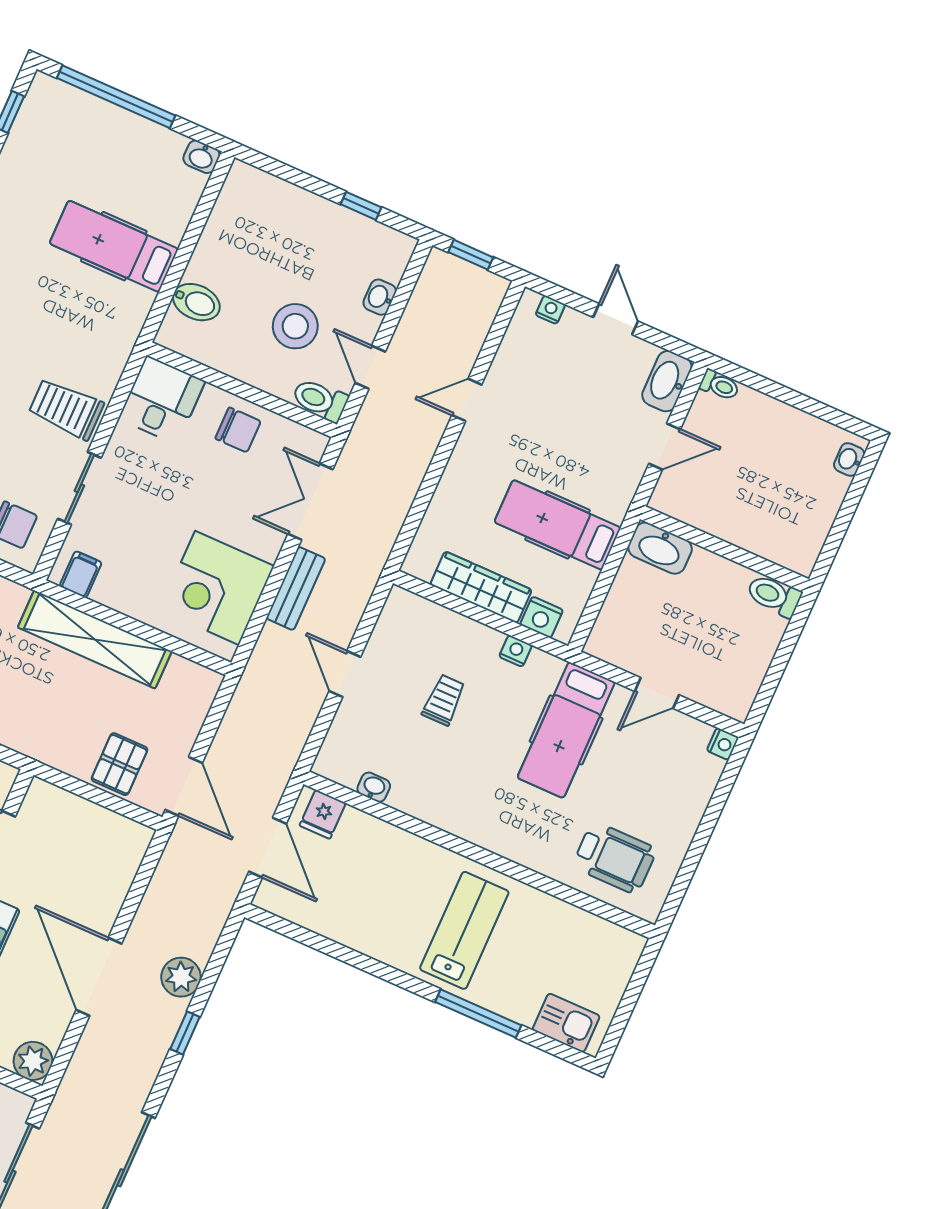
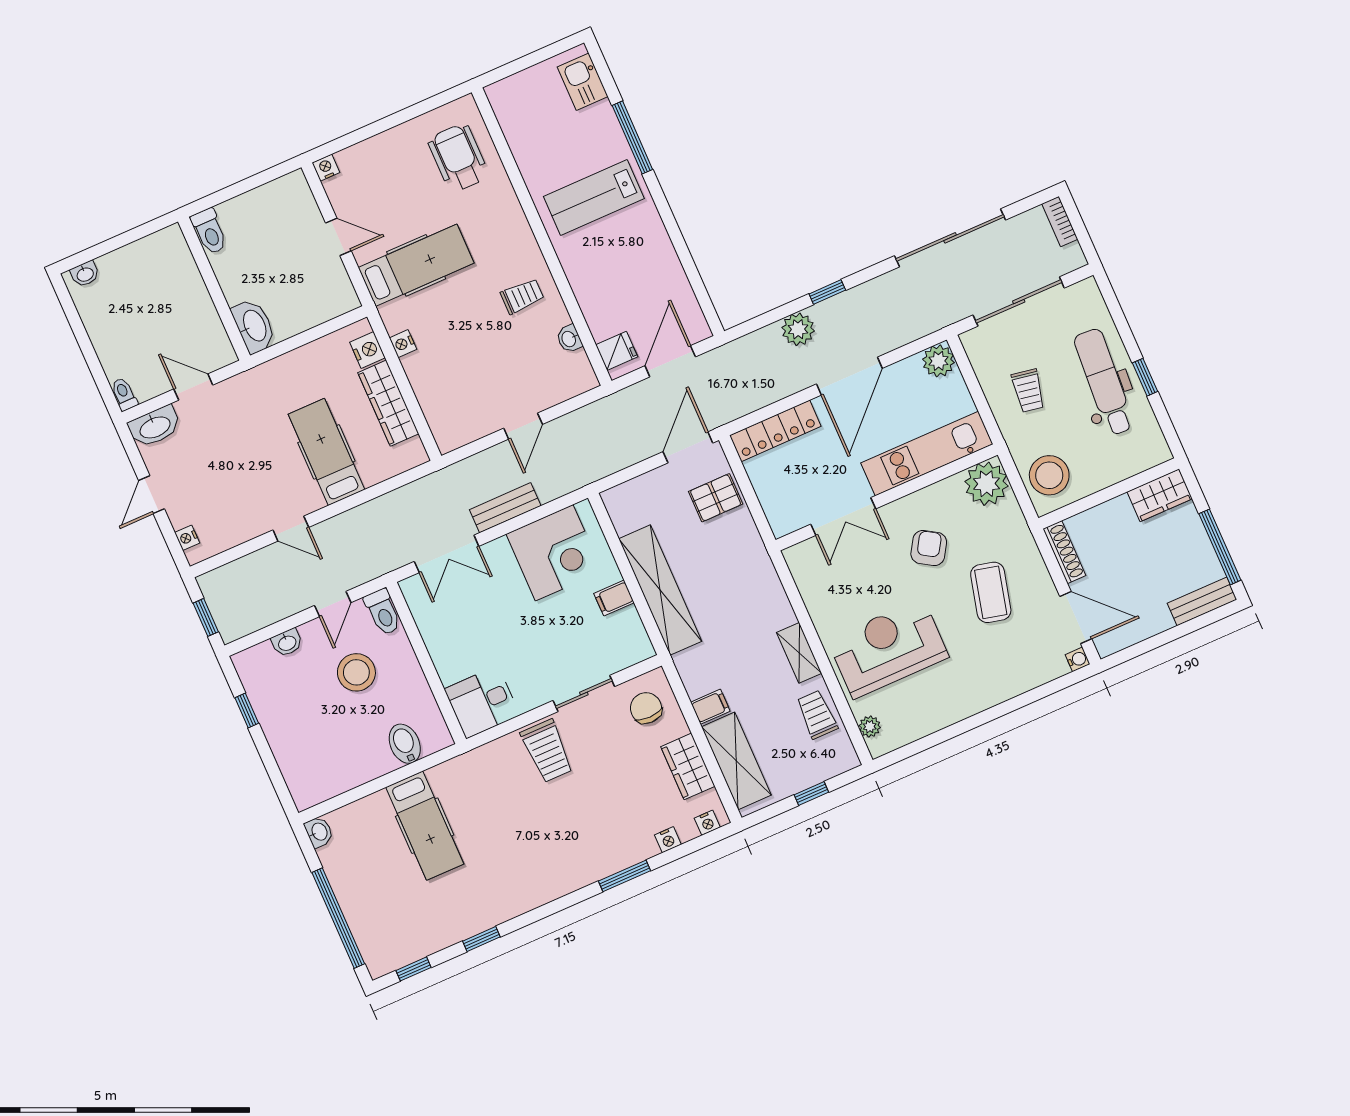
chair: (238, 430) -> (451, 640), removed
hospital bed: (558, 525) -> (326, 452), moved, turned 180
filing cabinet: (81, 574) -> (614, 598), moved
trolley: (444, 700) -> (522, 296), moved, turned 180
locker: (120, 870) -> (775, 431), added

